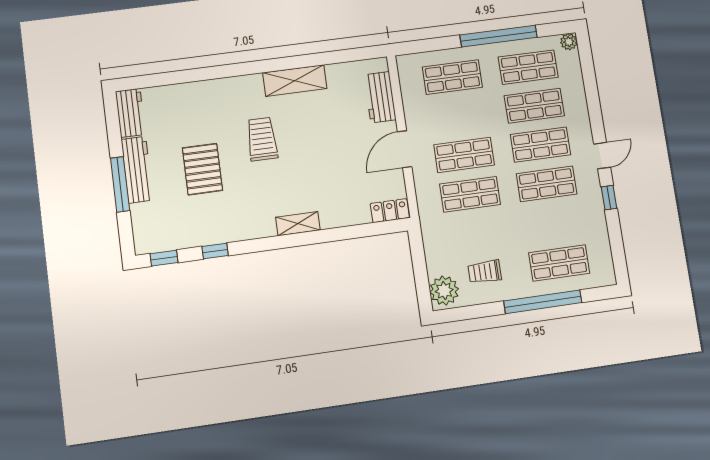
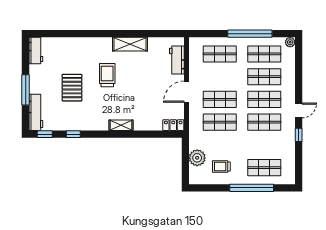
workbench: (137, 170) -> (36, 112), moved
plant: (444, 291) -> (197, 158), moved

